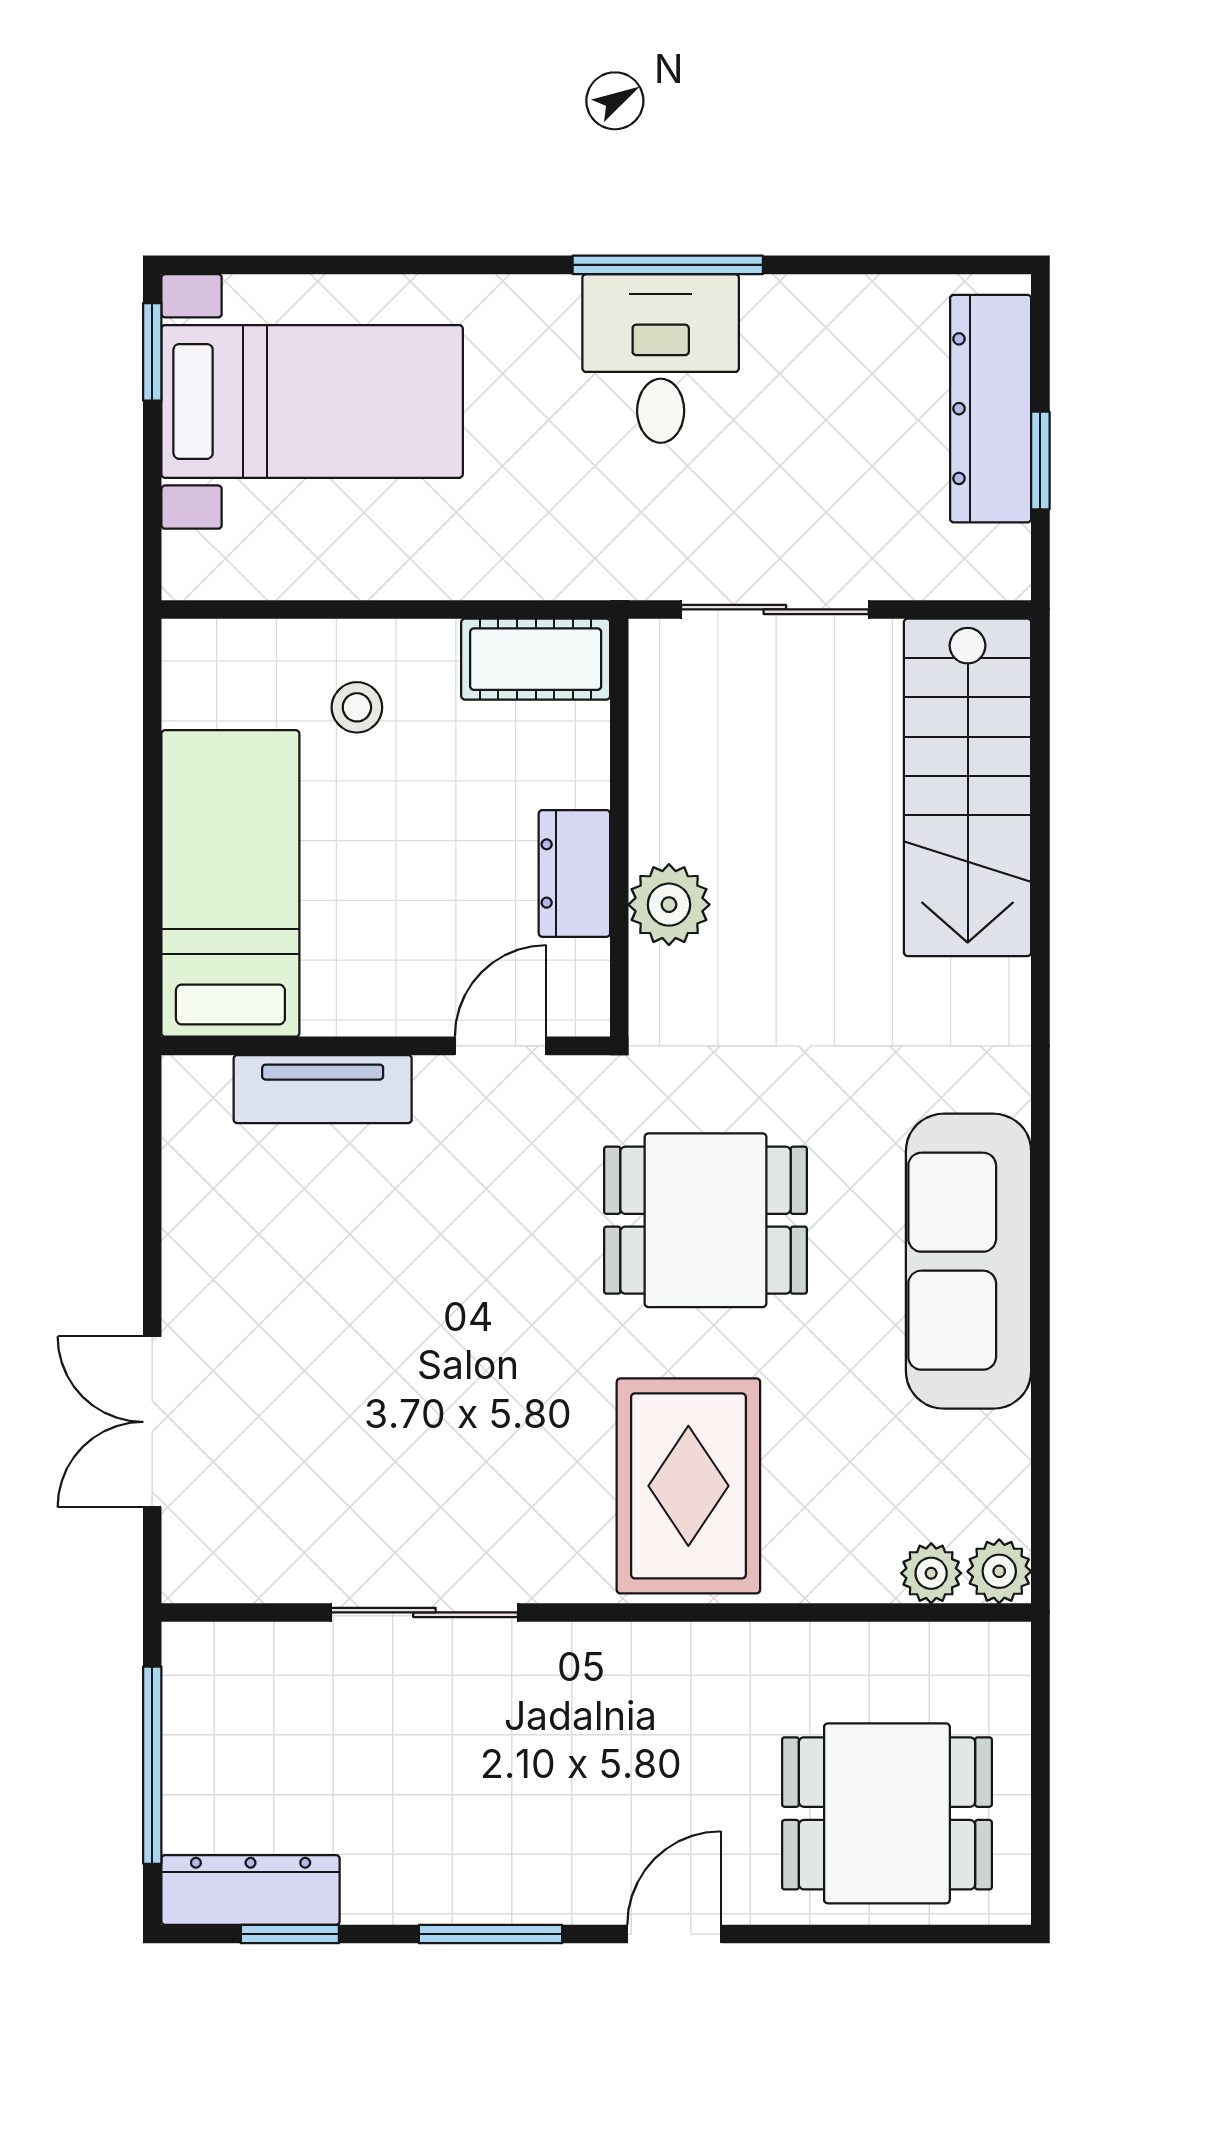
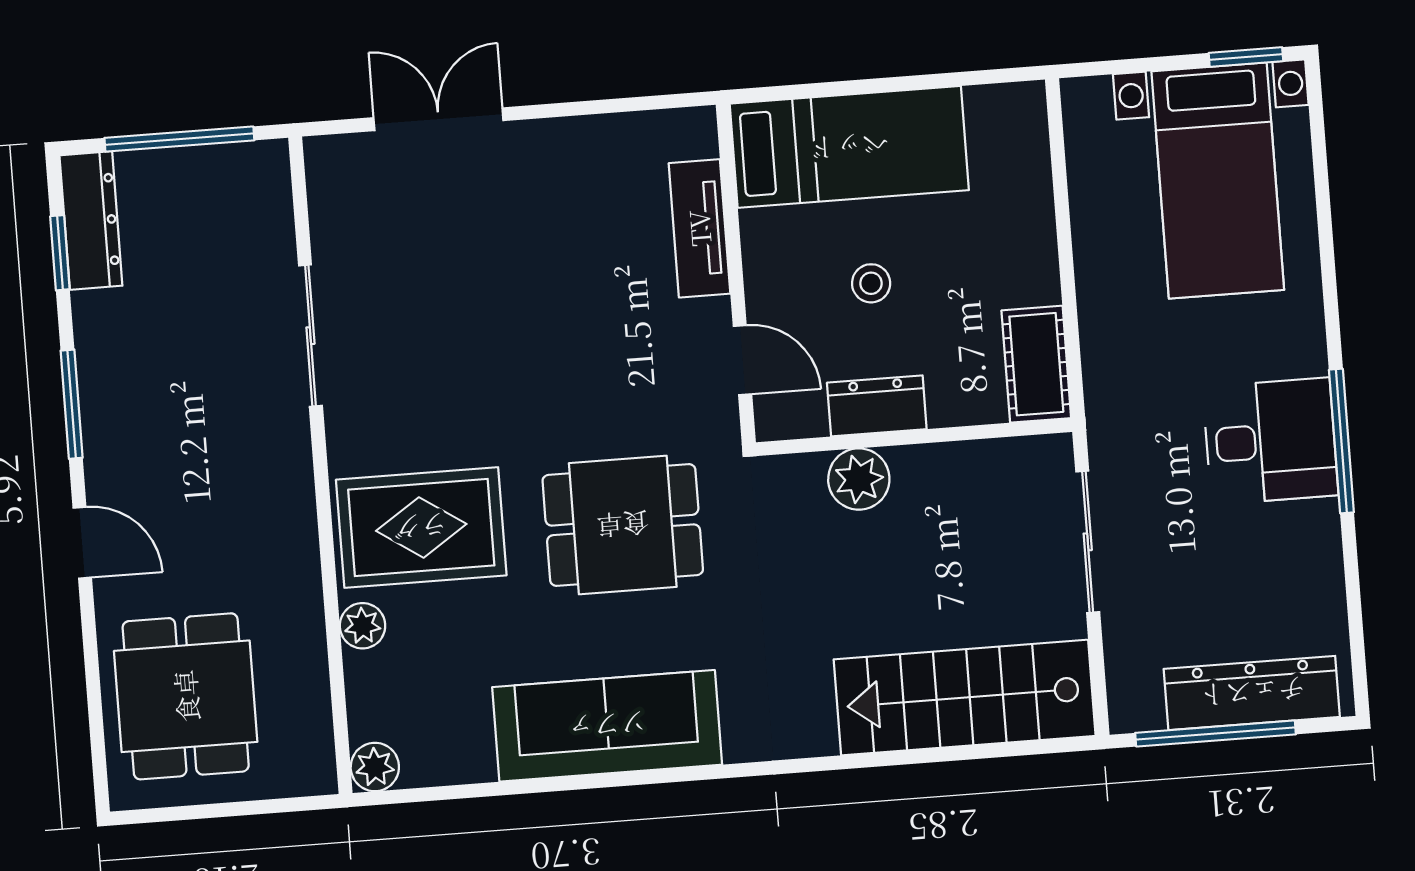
window: (1040, 460) -> (1216, 734), width x2.17
stool: (357, 707) -> (871, 283), moved
dining table: (706, 1220) -> (623, 525), turned 90
plant: (931, 1573) -> (363, 626), moved

